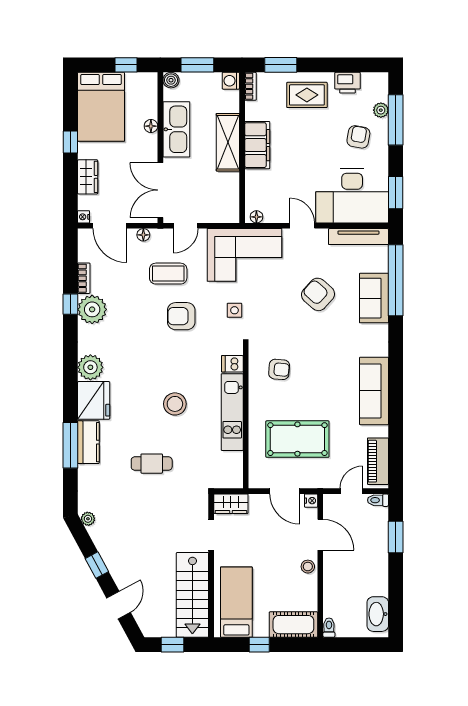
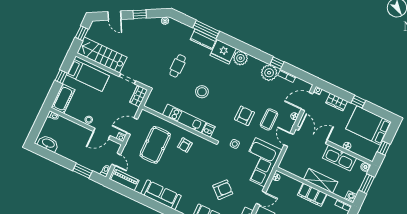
armchair: (279, 369) -> (185, 145), moved

